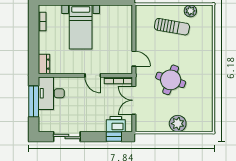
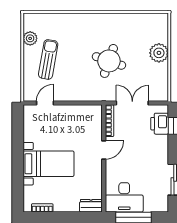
door: (134, 59) -> (45, 103), moved
double door: (134, 100) -> (132, 103), swing flipped

